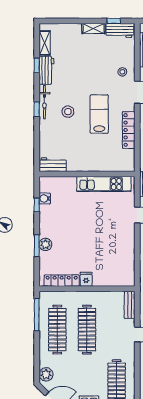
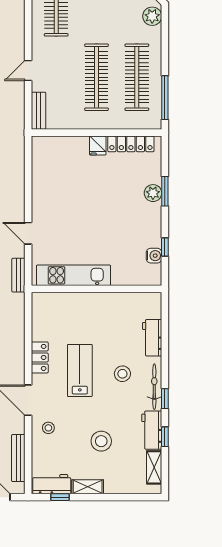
stool: (83, 62) -> (101, 441), added
window: (37, 109) -> (165, 399), moved
lab bench: (99, 114) -> (80, 370), turned 180
locker: (129, 130) -> (40, 357), width x0.66
workbench: (53, 165) -> (152, 338), moved, turned 90

